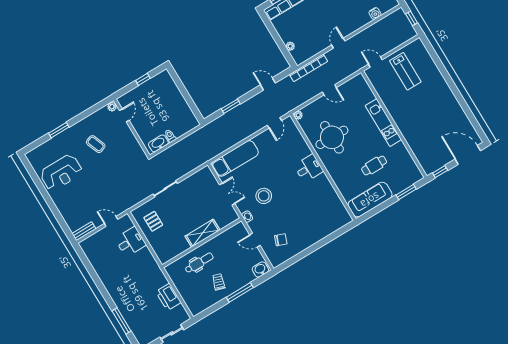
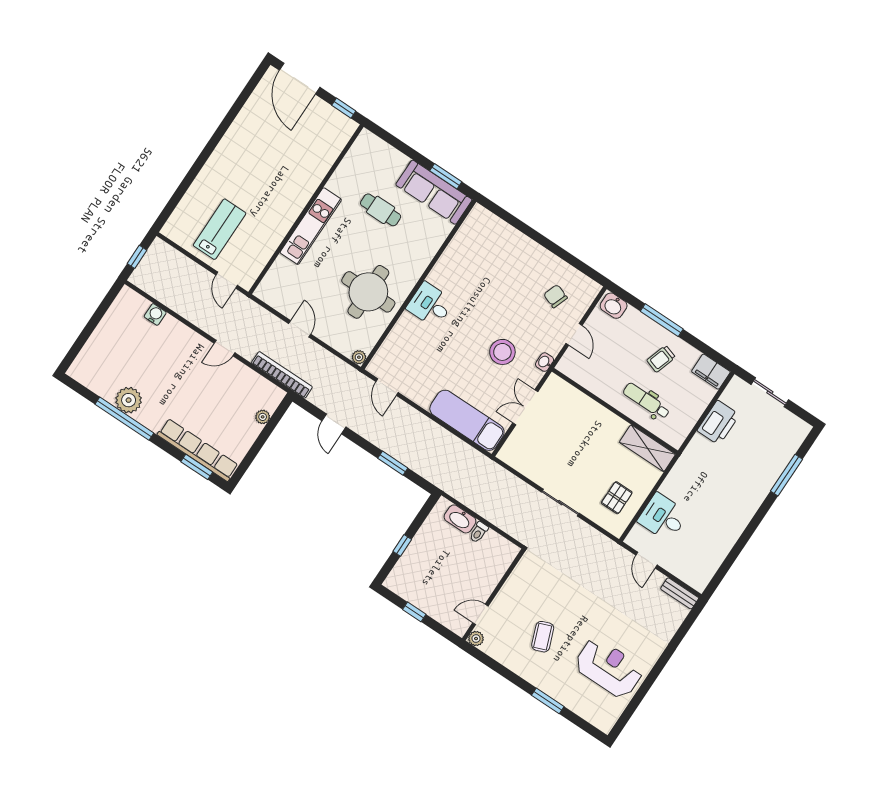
window: (183, 90) -> (402, 545), added
door: (274, 123) -> (387, 387), swing flipped
washbasin: (158, 143) -> (460, 519), moved
window: (406, 192) -> (446, 176), moved
shelving: (202, 233) -> (647, 448), moved
filing cabinet: (199, 306) -> (711, 372), added

